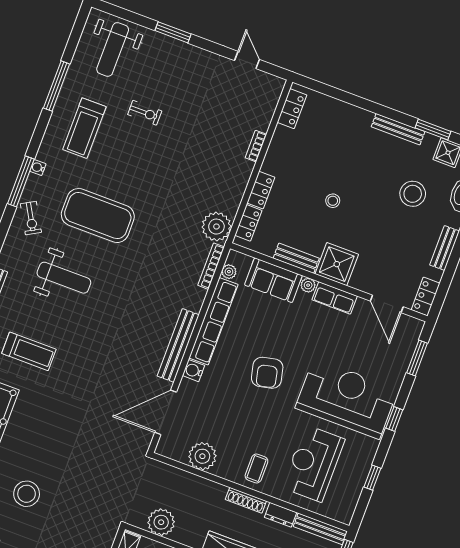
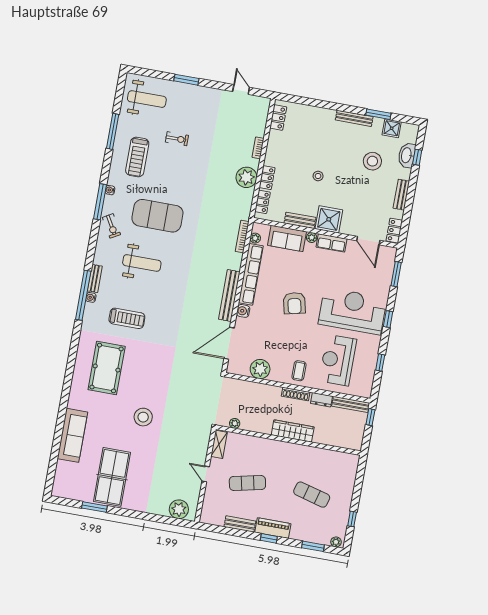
weight bench: (113, 49) -> (147, 99), turned -90
plant: (216, 227) -> (246, 177), moved
plant: (161, 522) -> (235, 423), width x0.53, depth x0.53

